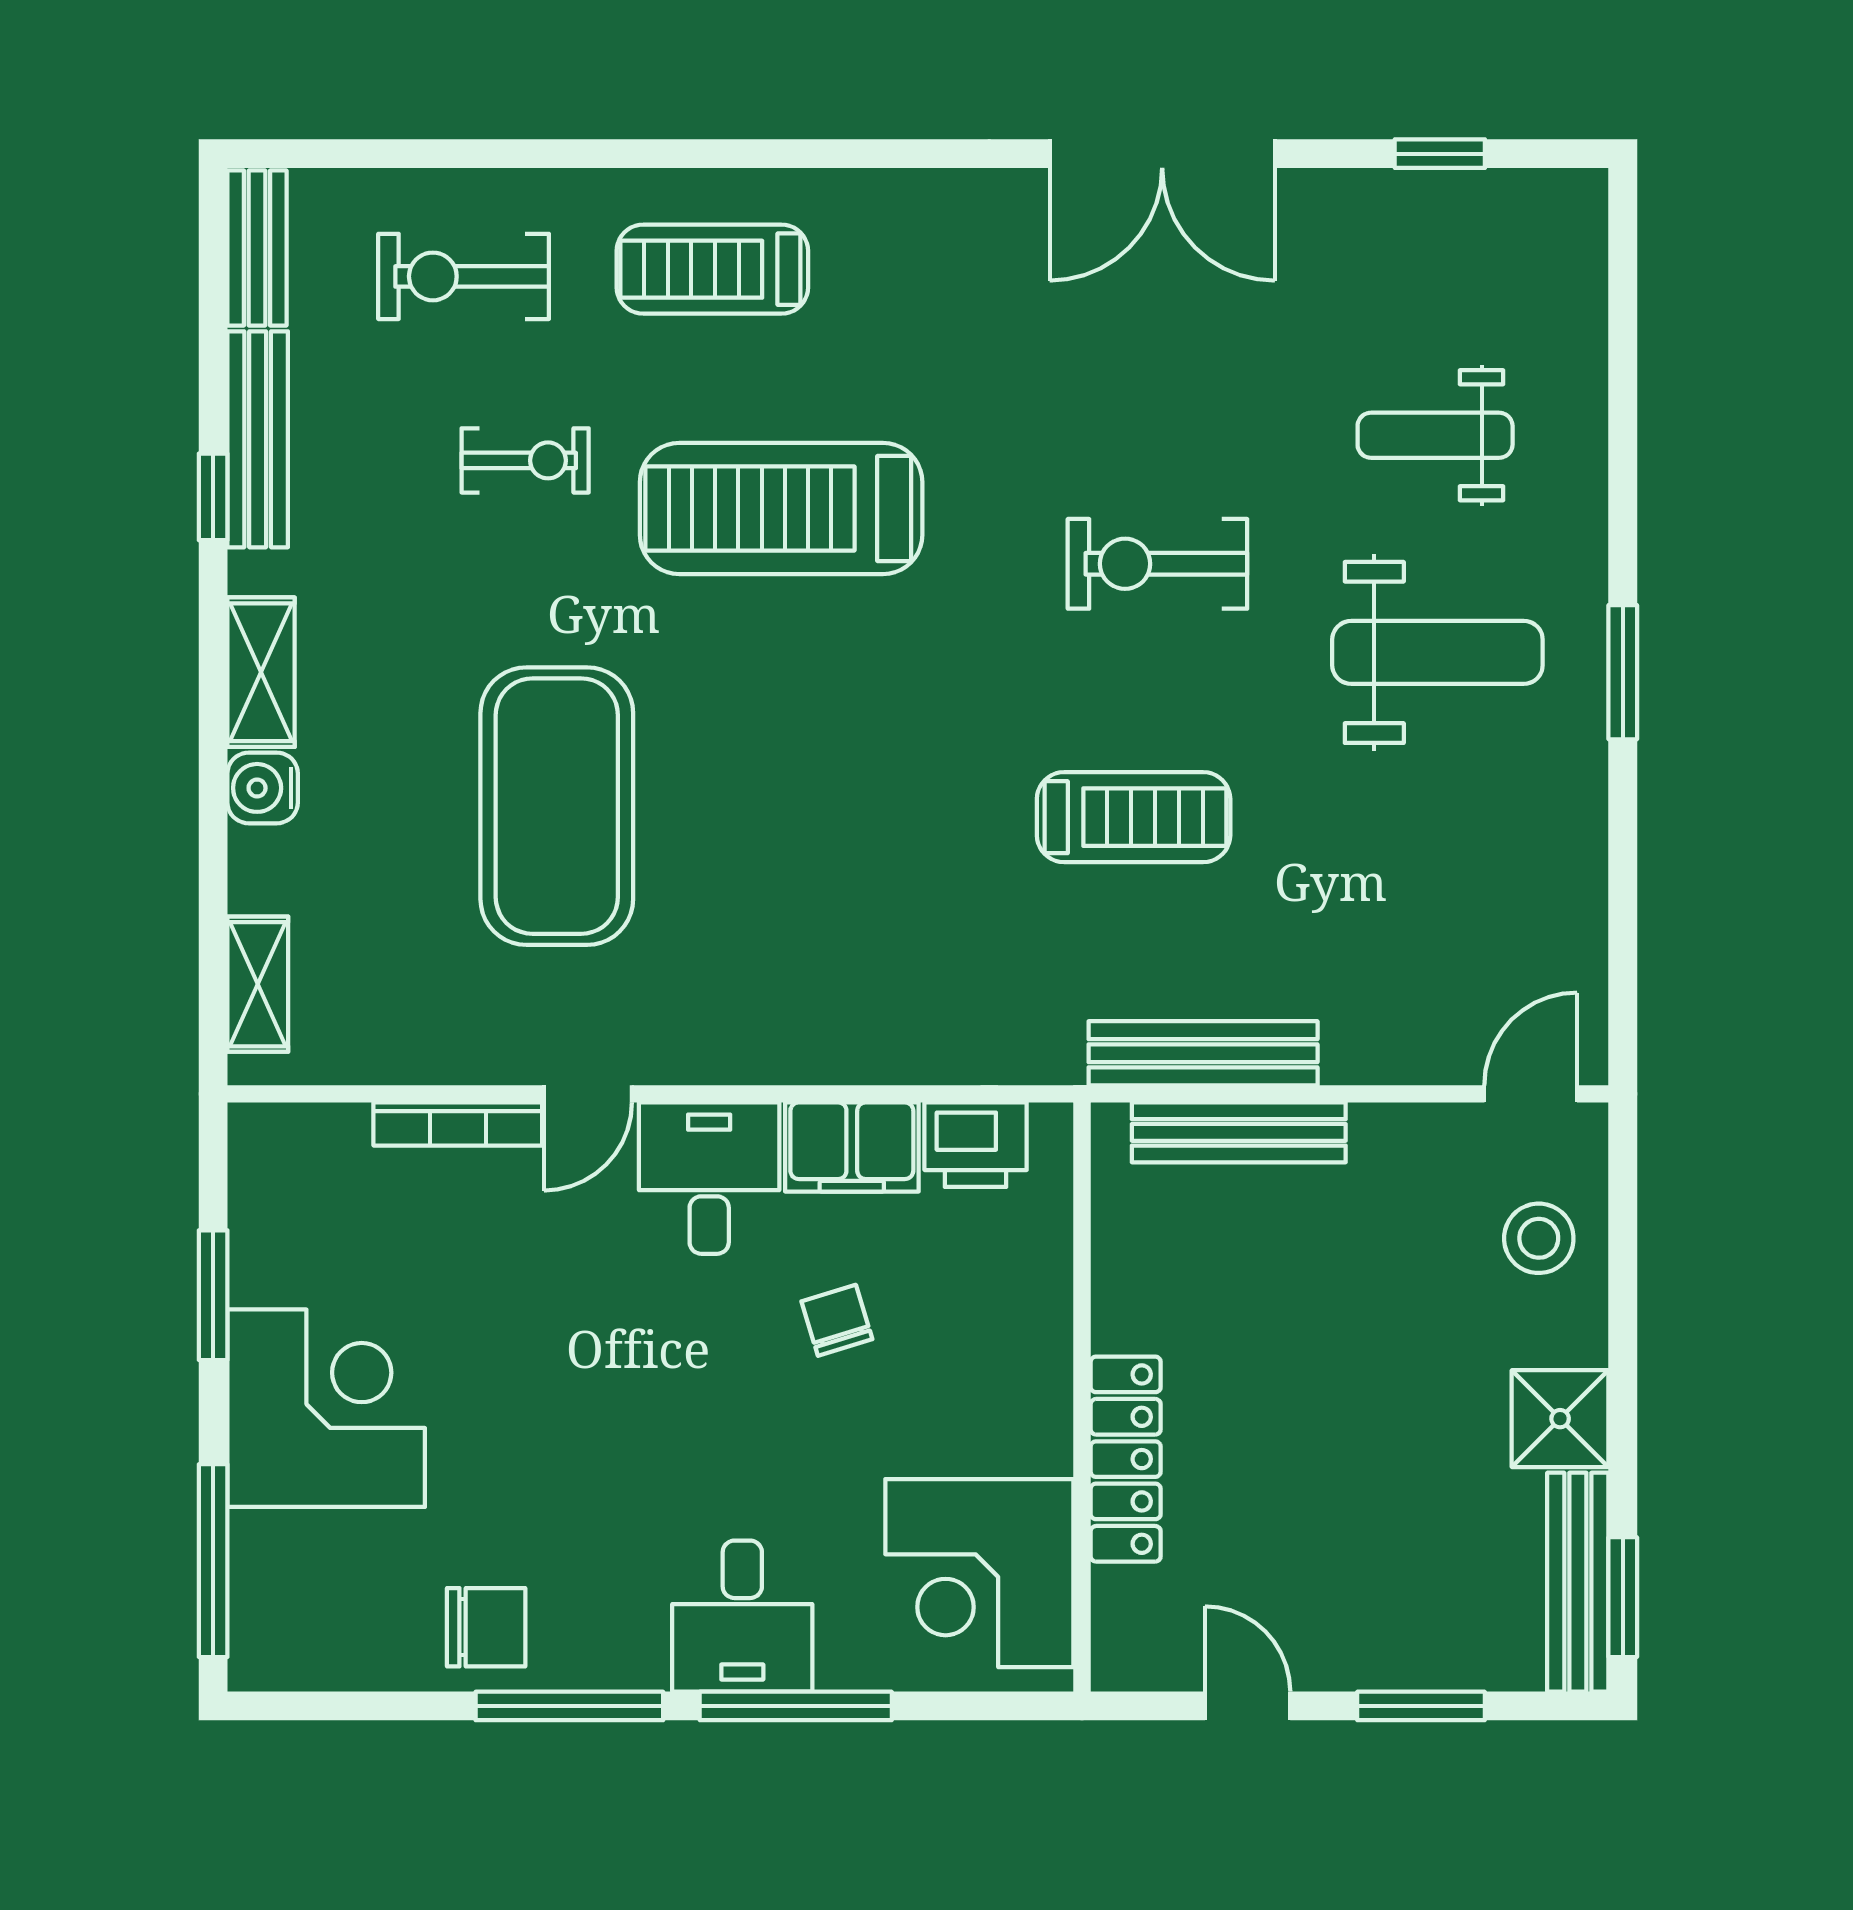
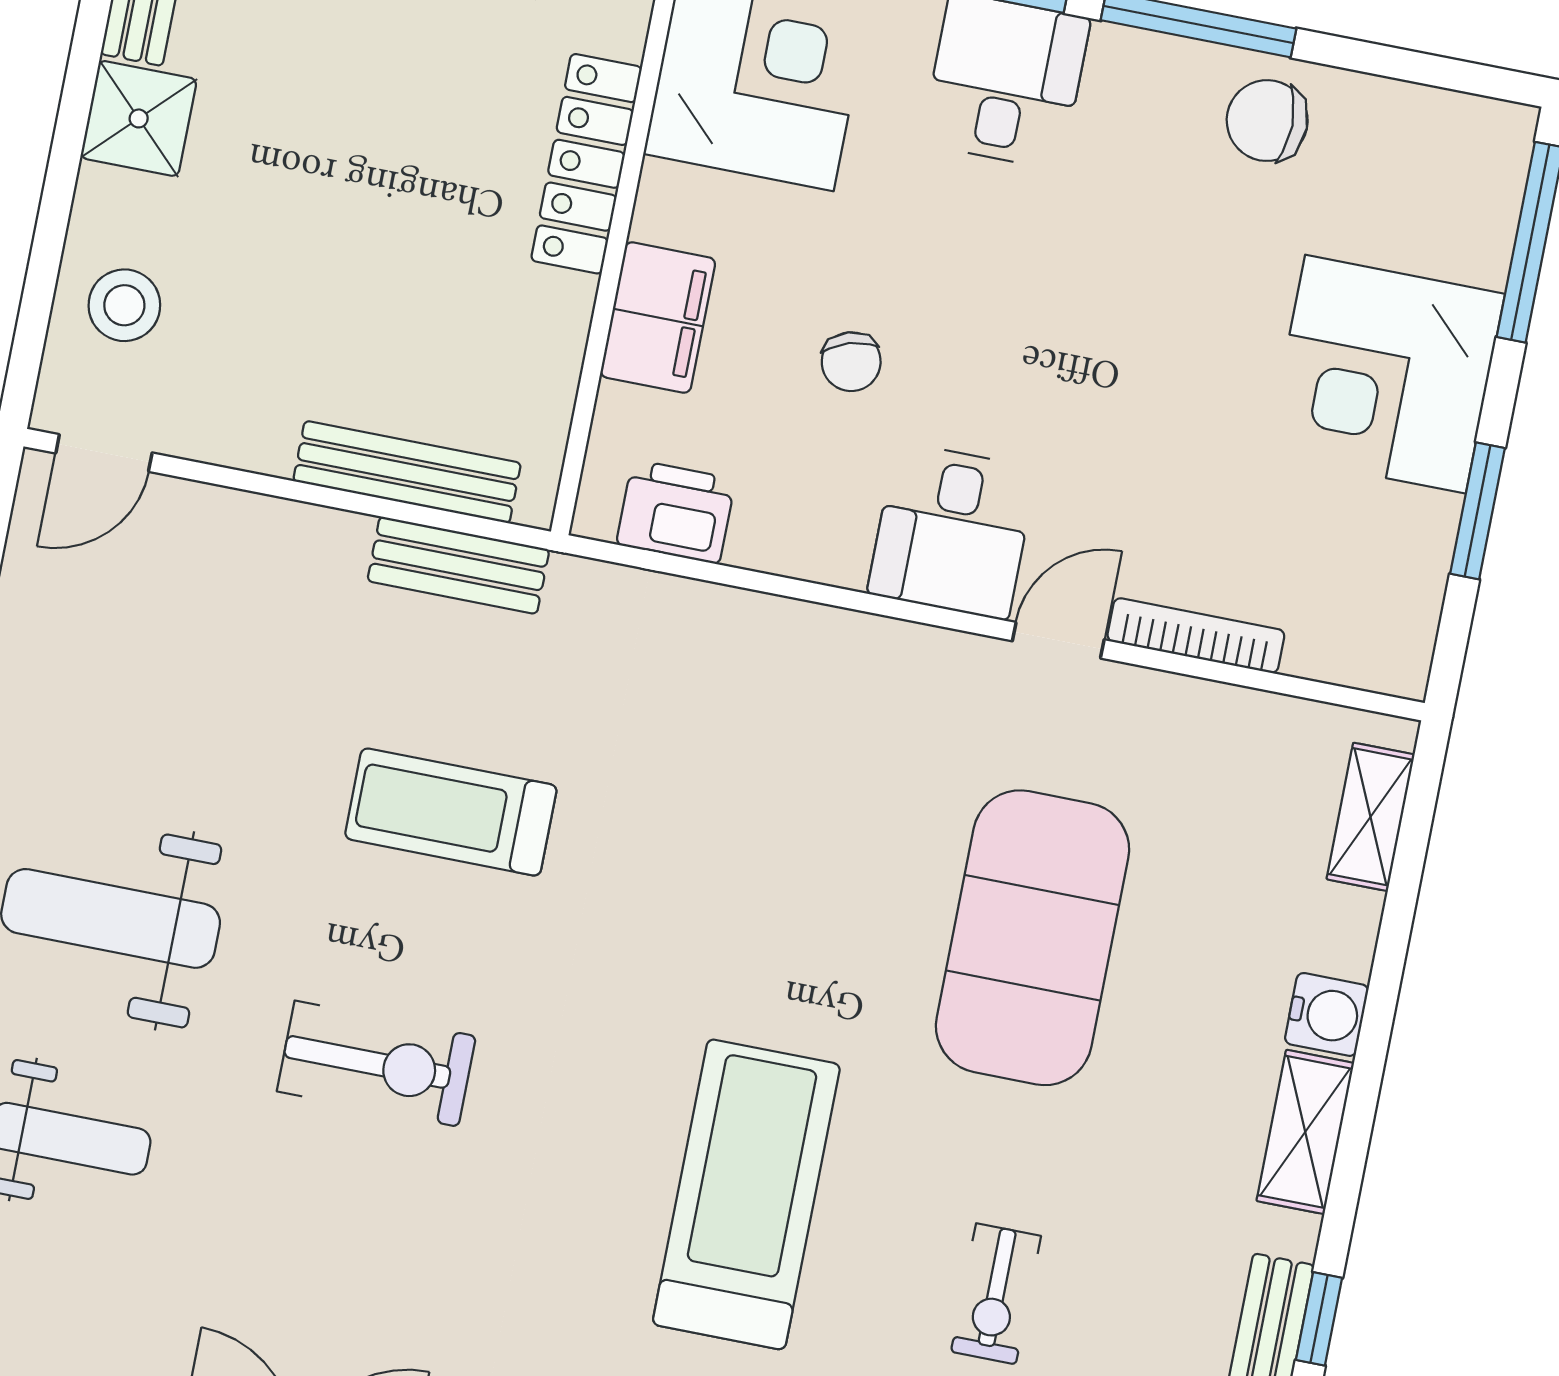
exercise bike: (525, 460) -> (996, 1294), turned -90
treadmill: (781, 509) -> (746, 1194), turned -90
bench: (1203, 1053) -> (458, 565), width x0.73
filing cabinet: (852, 1147) -> (658, 318), moved, turned 90

